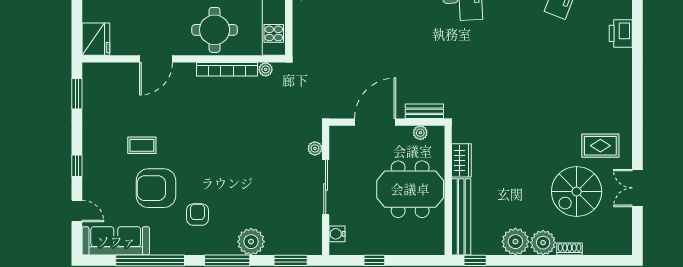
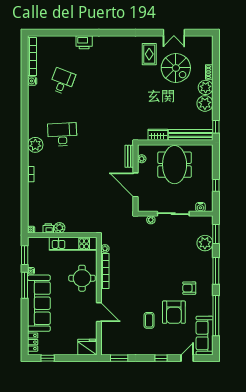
plant: (251, 242) -> (205, 243), moved

